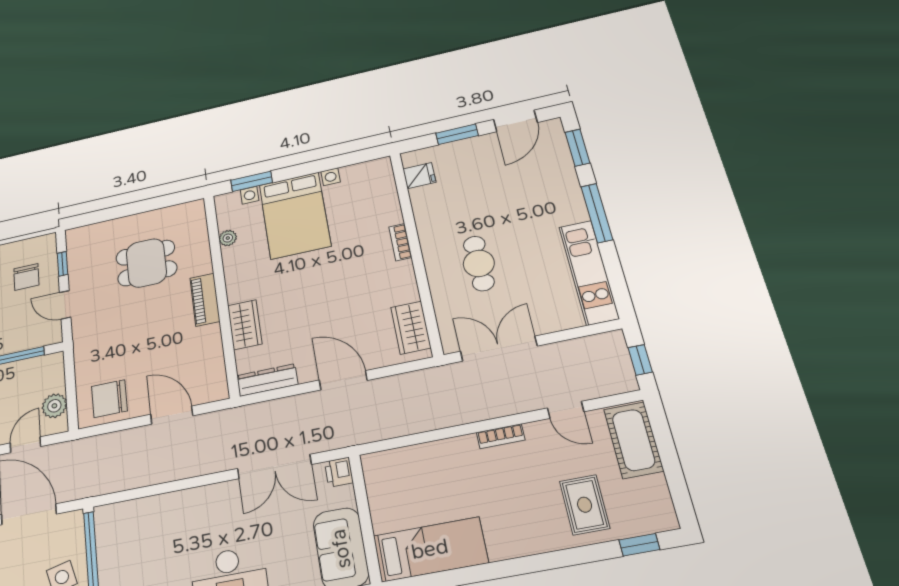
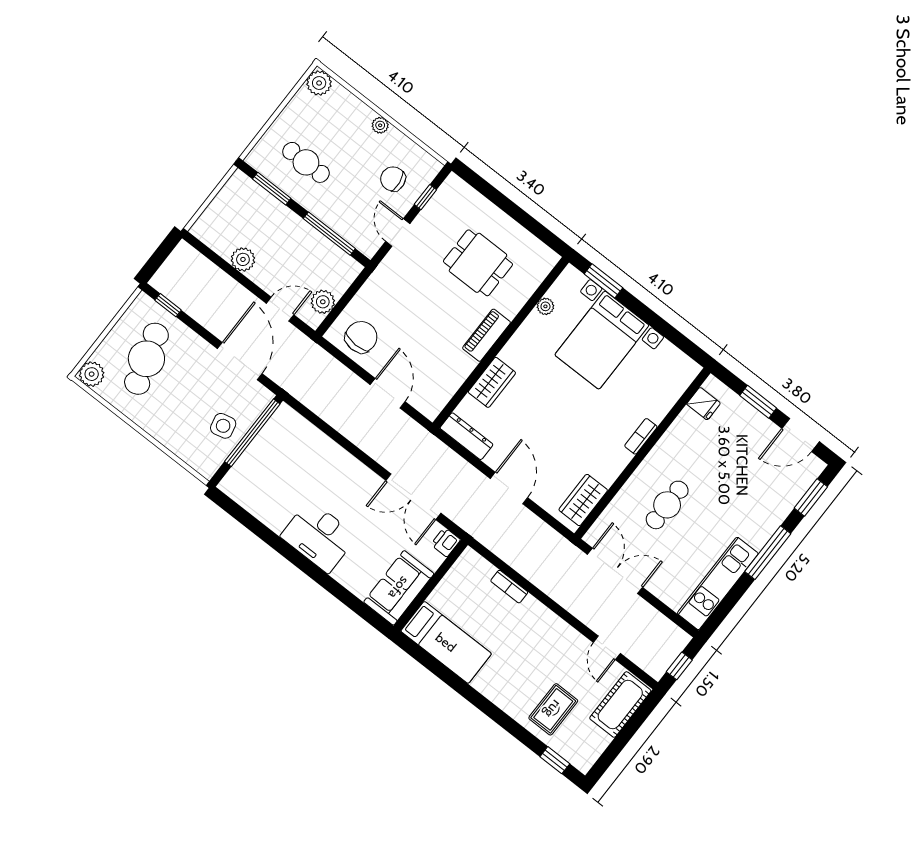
chair: (26, 277) -> (393, 179), turned 83
chair: (109, 399) -> (361, 337), turned 92
bookcase: (501, 436) -> (509, 587), moved

